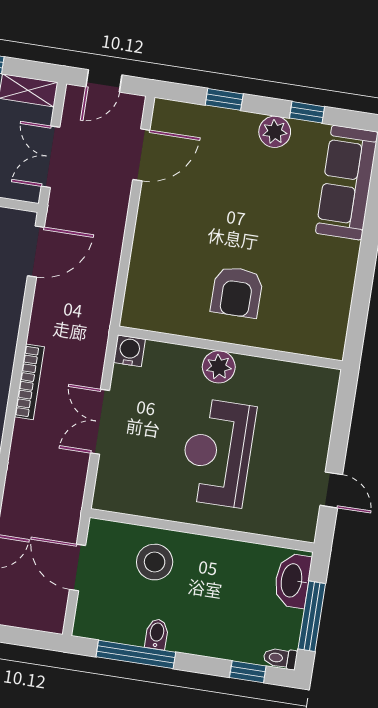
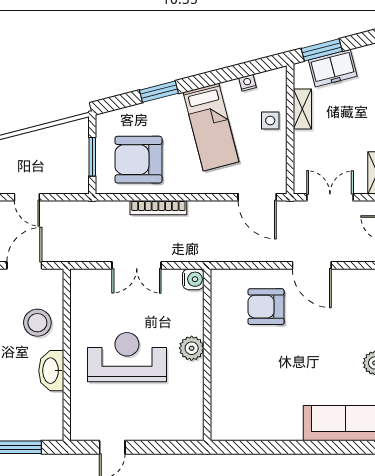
door: (141, 155) -> (312, 265), moved
armchair: (237, 292) -> (266, 307), moved
double door: (100, 422) -> (137, 265), swing flipped
washbasin: (292, 581) -> (51, 371), moved, turned -90

